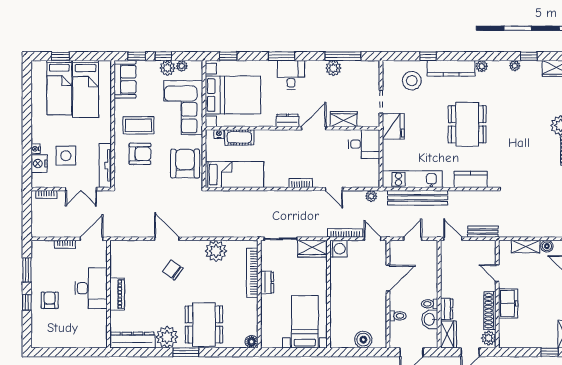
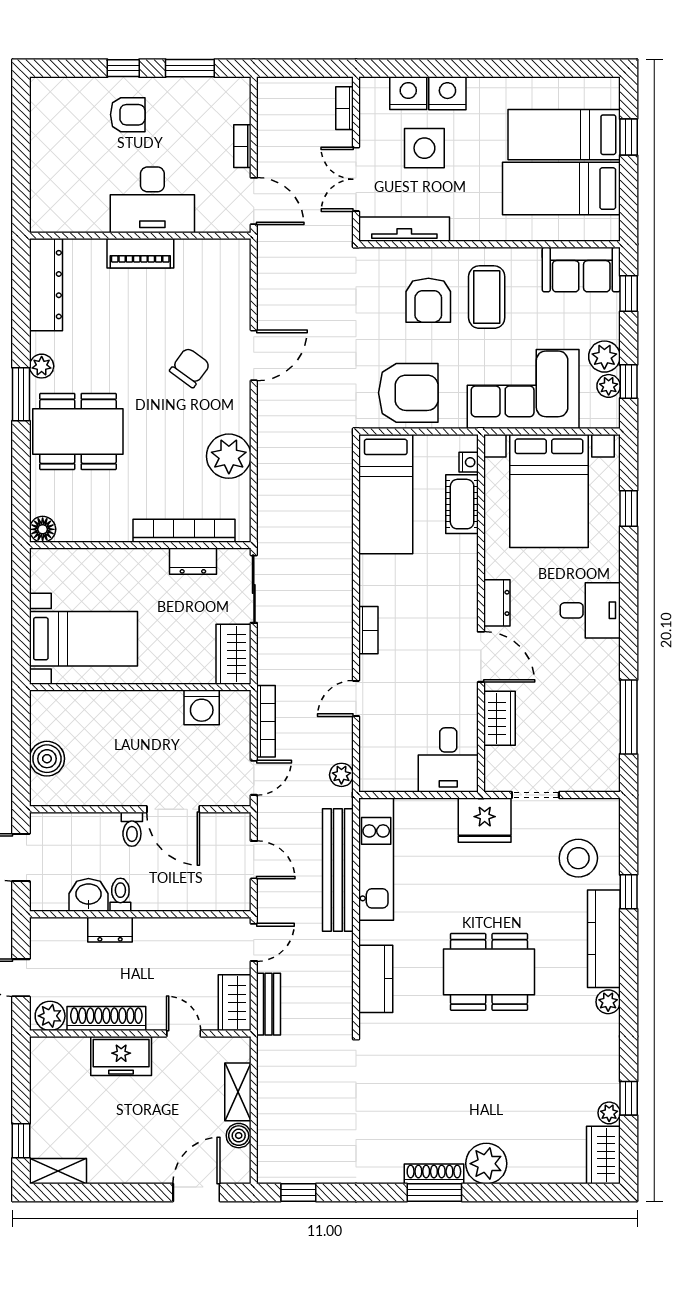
window: (163, 56) -> (629, 382), moved
window: (228, 56) -> (629, 508), moved
window: (282, 56) -> (629, 591), removed
plant: (515, 66) -> (609, 1113), moved
plant: (333, 68) -> (604, 697), removed
nightstand: (36, 149) -> (447, 93), width x1.89, depth x1.79
washing machine: (338, 249) -> (202, 707), moved
door: (497, 273) -> (184, 1033), hinge flipped
dresser: (267, 282) -> (193, 561), moved
toilet: (398, 316) -> (132, 829), moved
wardrobe: (448, 334) -> (235, 1003), moved, turned 90
plant: (167, 337) -> (42, 366), width x0.53, depth x0.53

